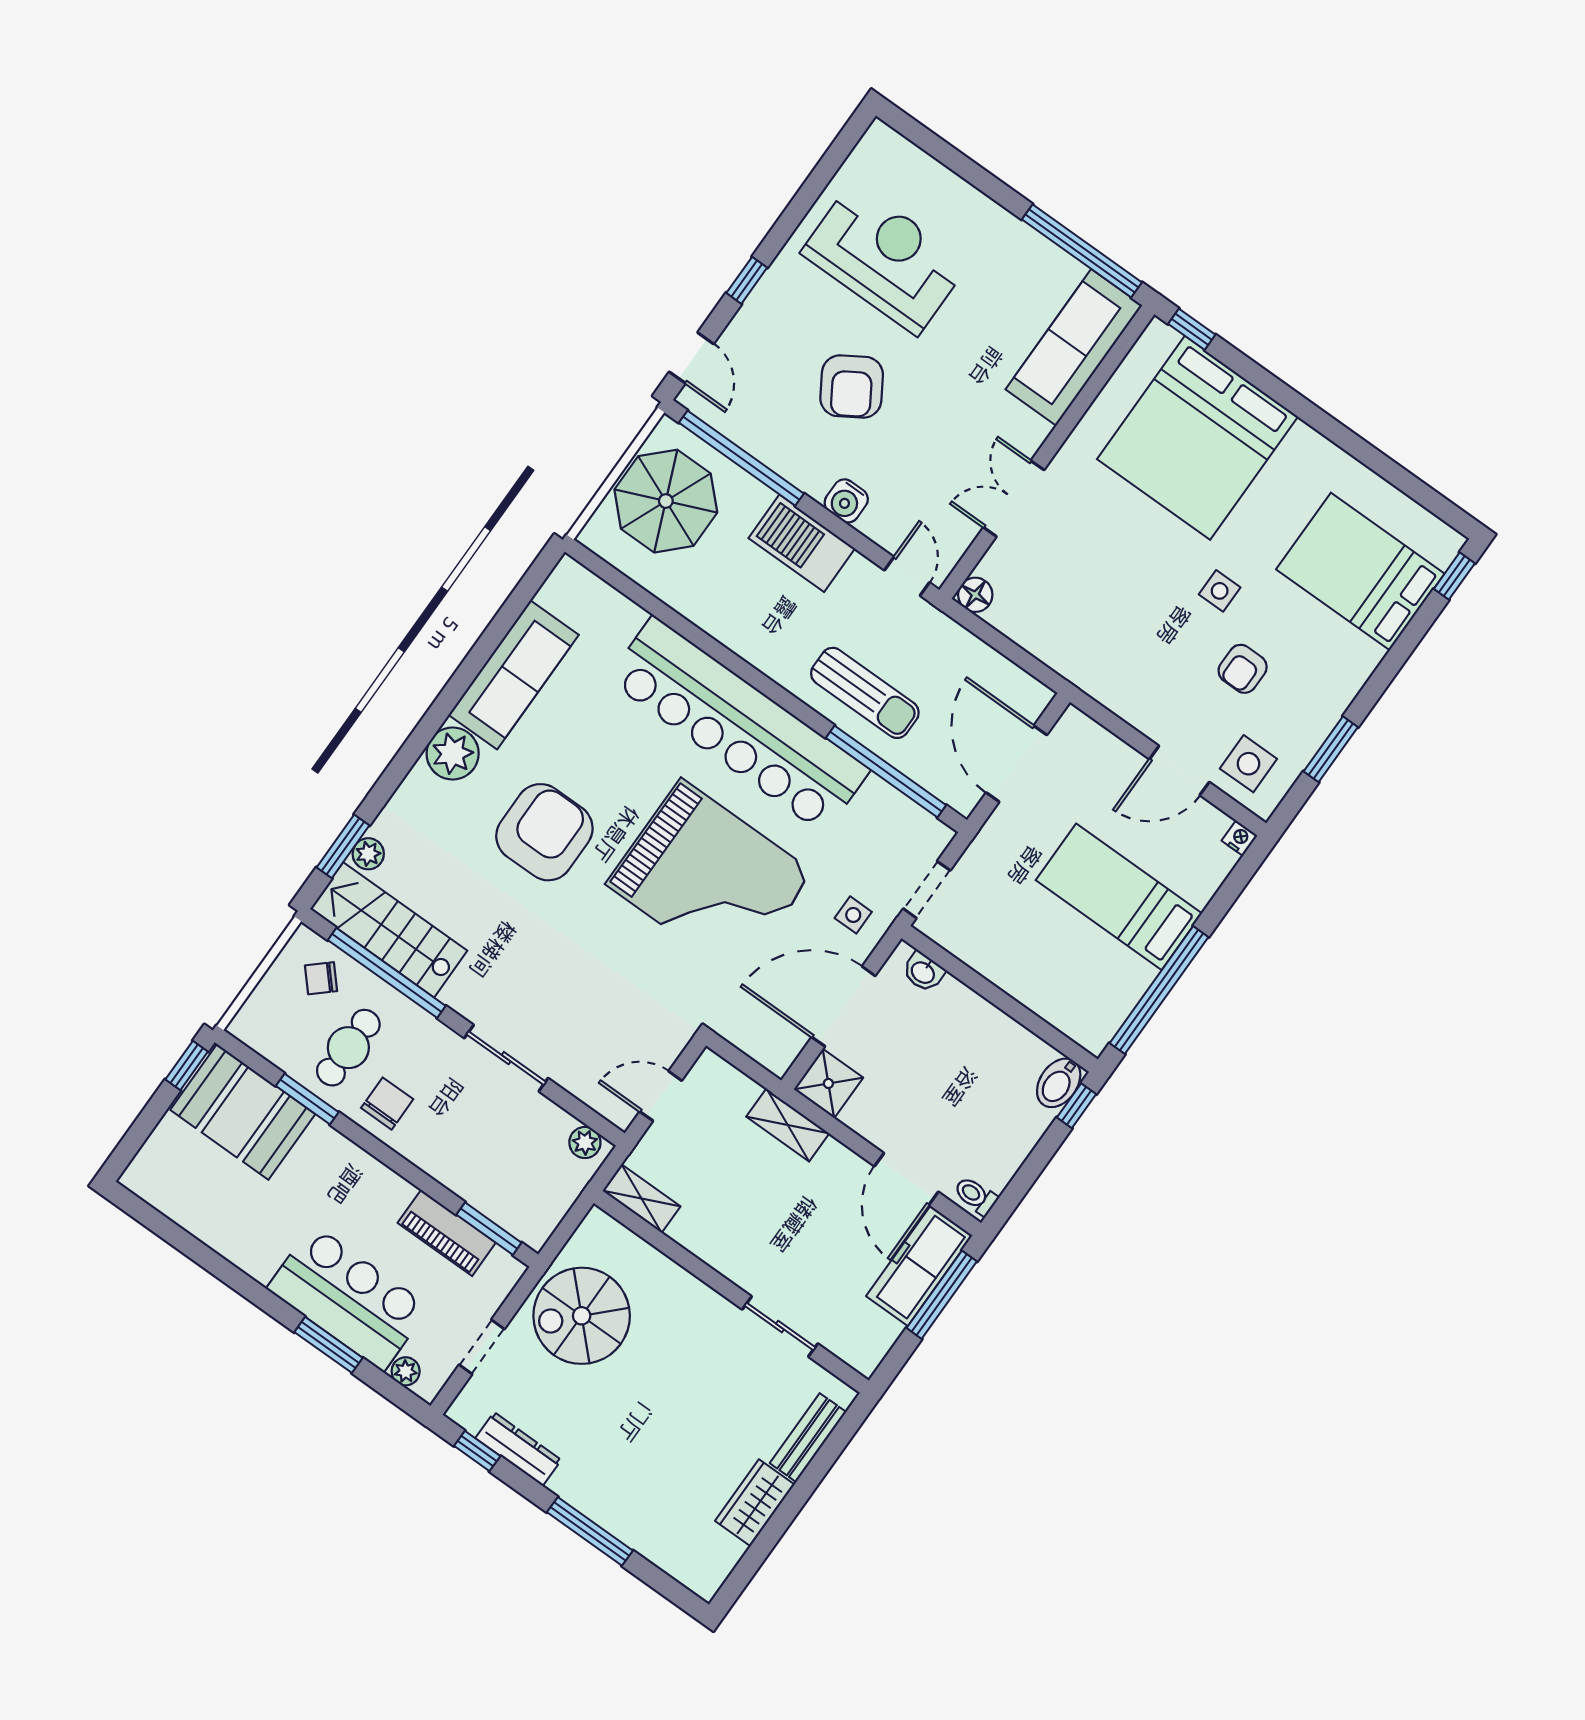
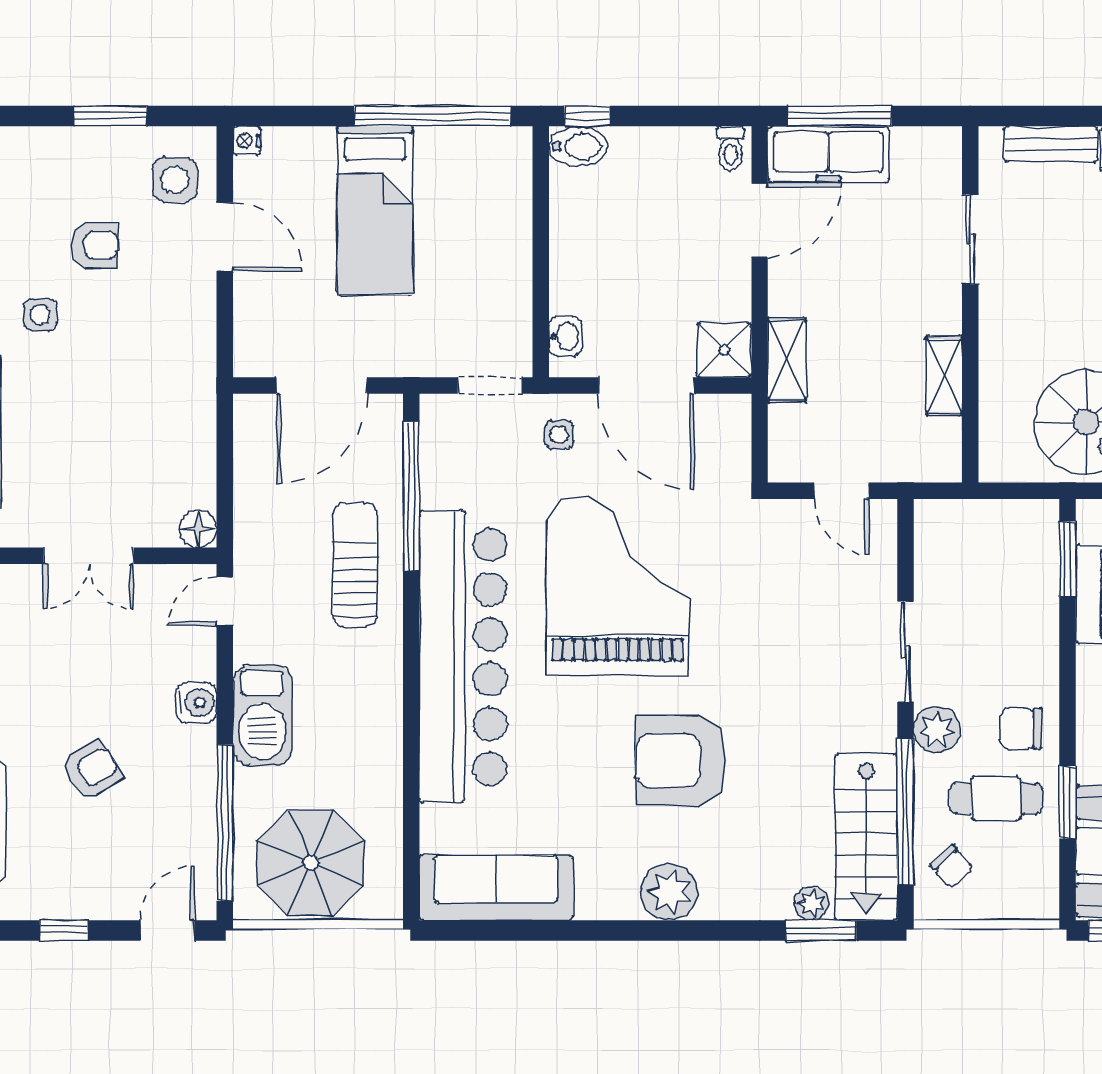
armchair: (852, 387) -> (92, 770), width x0.72, depth x0.72
sofa: (514, 675) -> (496, 888), moved
plant: (585, 1143) -> (937, 730), moved, width x1.38, depth x1.38
shelving: (641, 1198) -> (944, 376), moved

